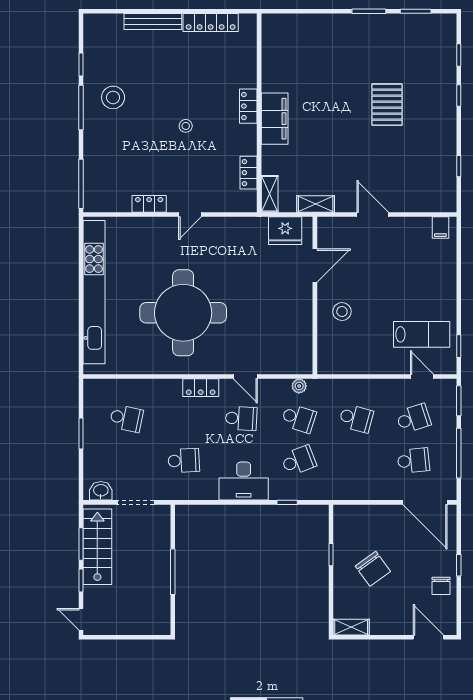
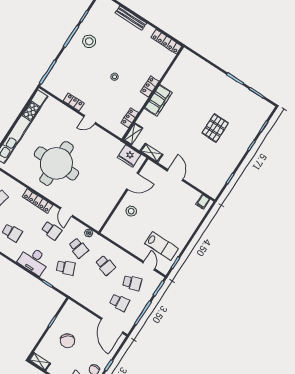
locker: (211, 23) -> (166, 42), moved
locker: (201, 388) -> (38, 201), width x1.53

